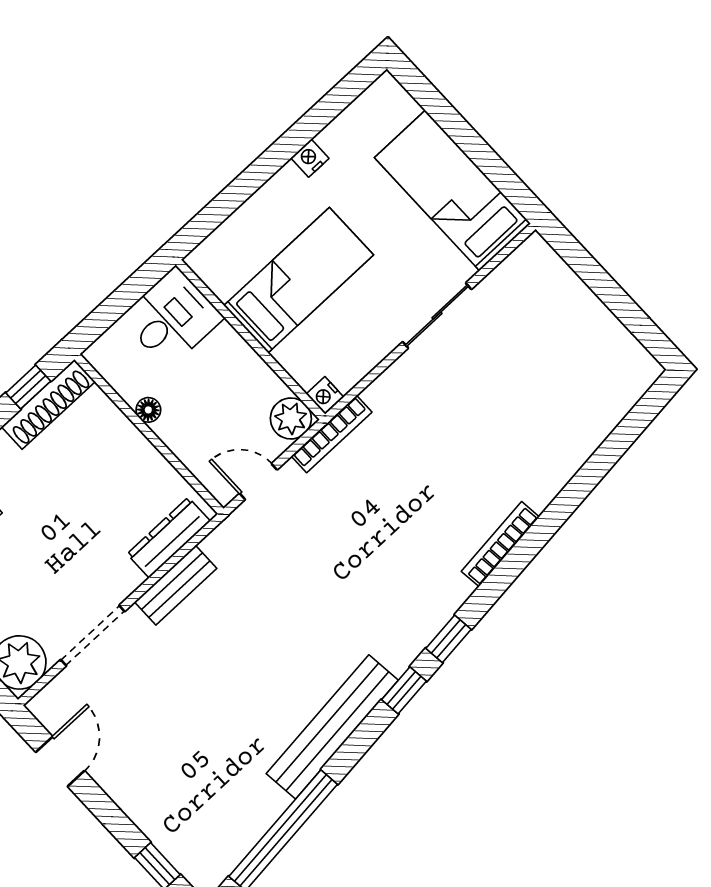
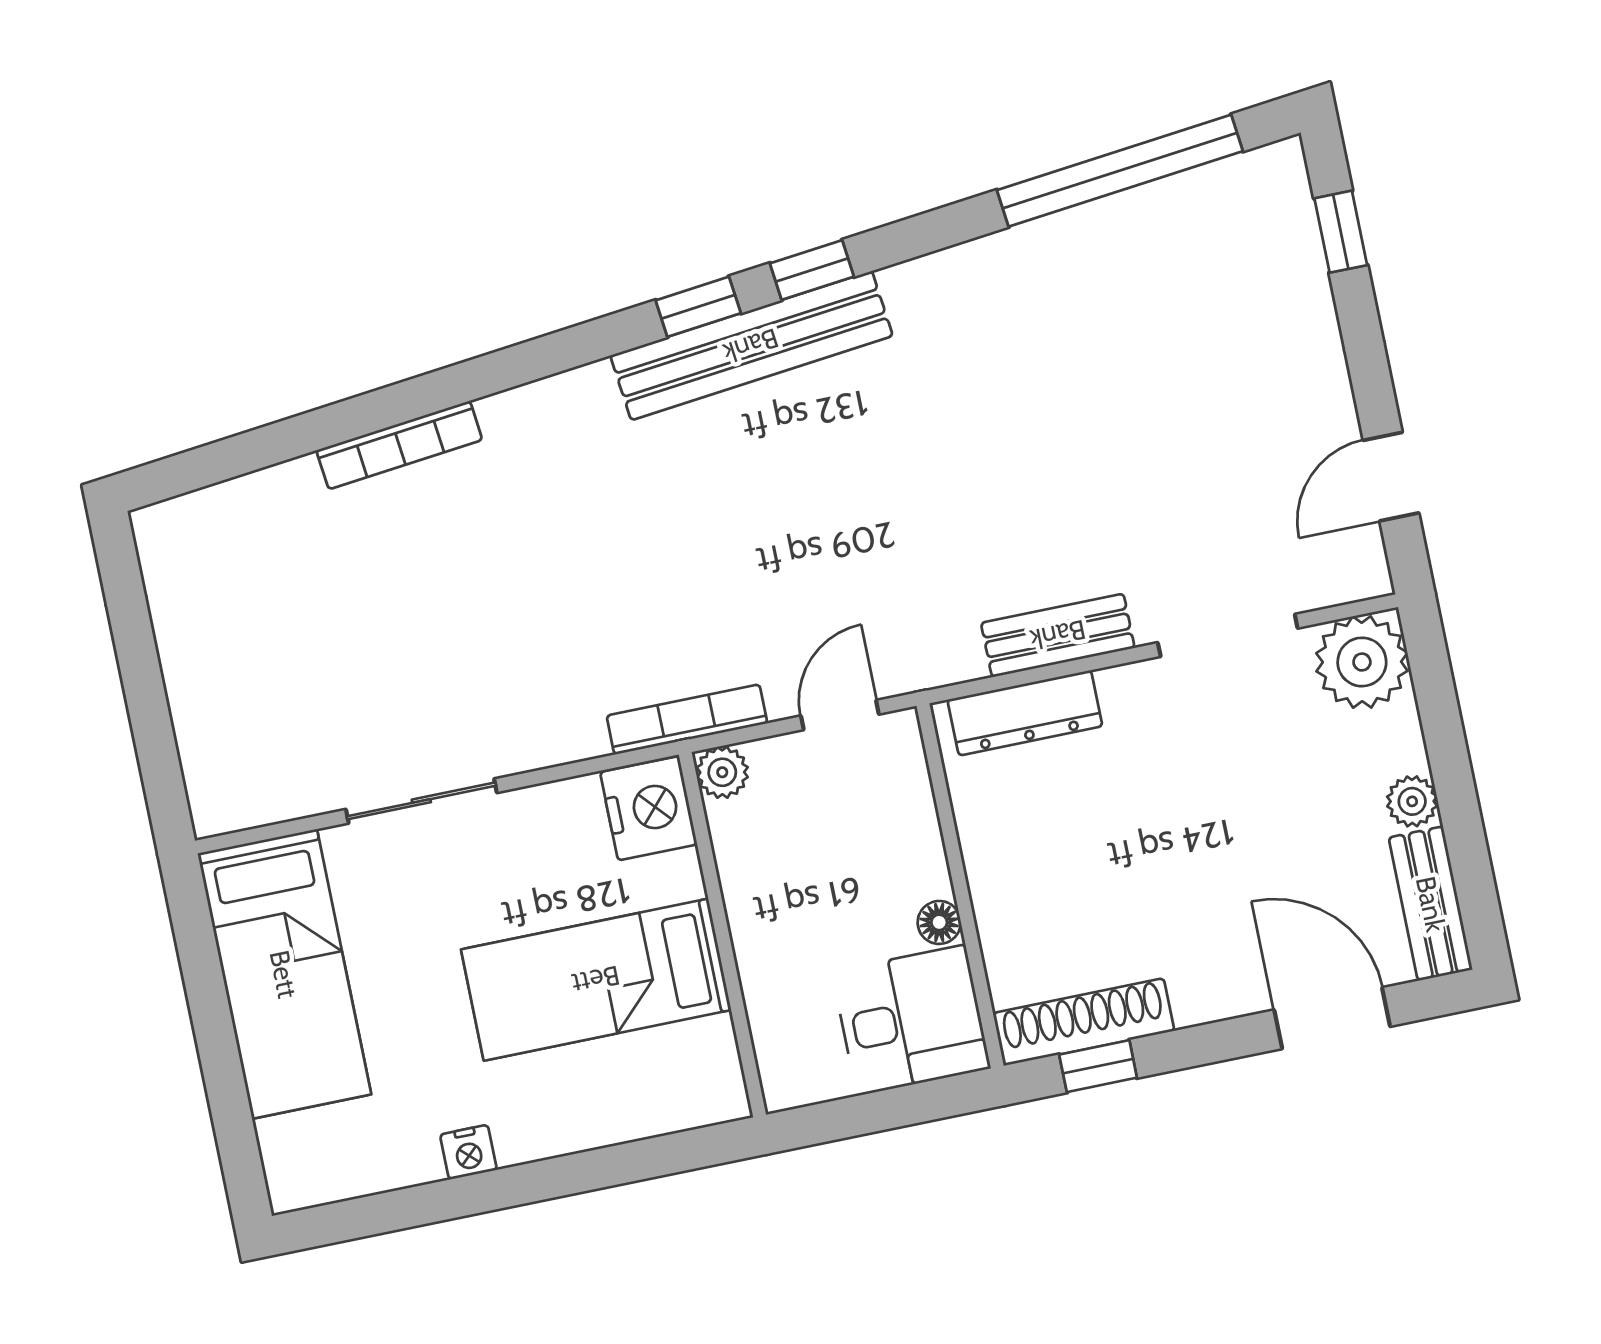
desk: (172, 318) -> (911, 1020), moved, turned 180
nightstand: (325, 395) -> (649, 808), width x1.89, depth x1.79
plant: (291, 419) -> (722, 772), width x0.73, depth x0.73
door: (258, 482) -> (840, 715), swing flipped
bookcase: (500, 544) -> (399, 445), moved
bench: (332, 727) -> (751, 346), moved

